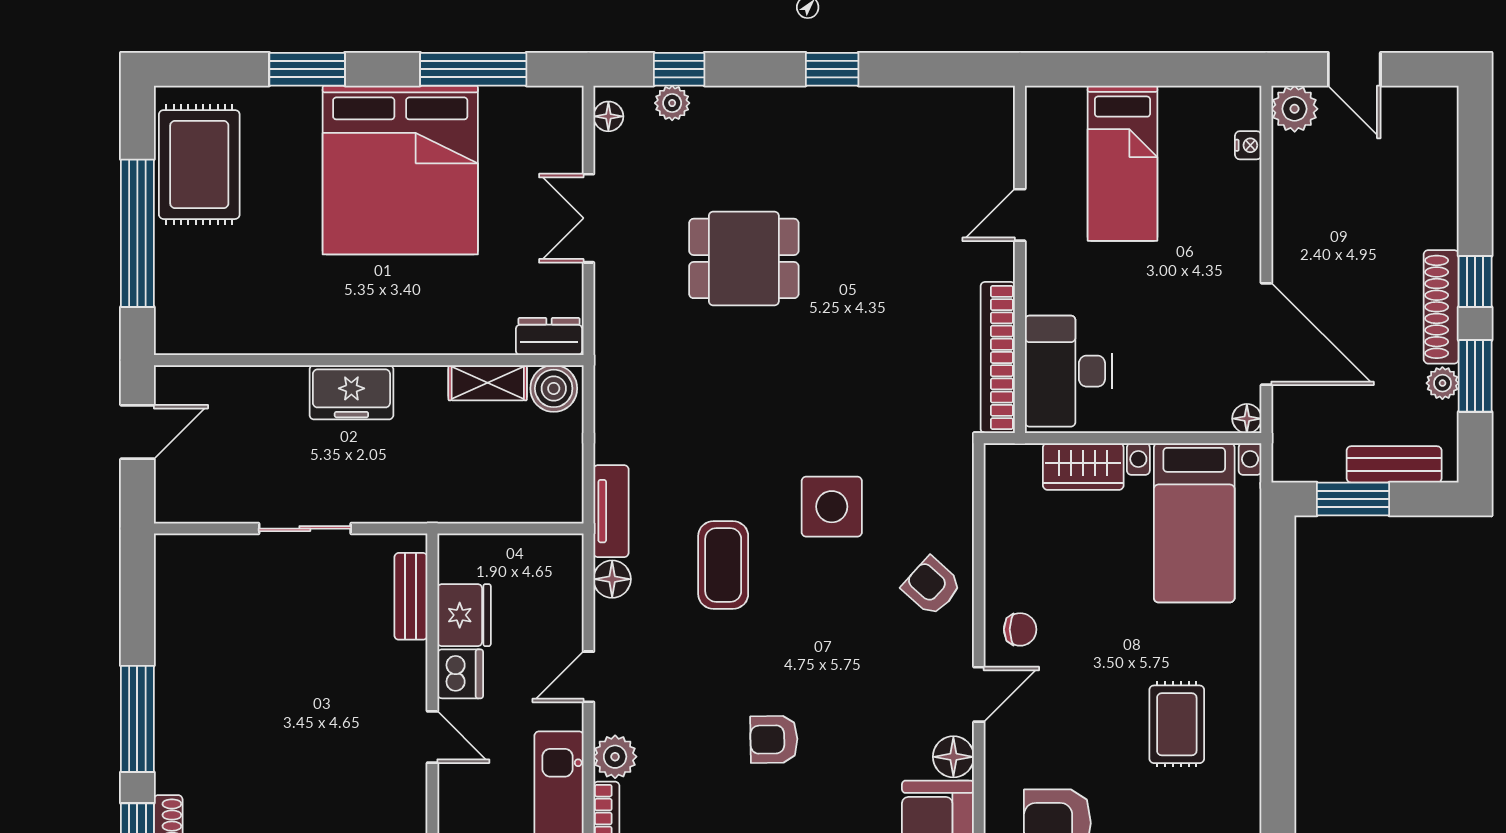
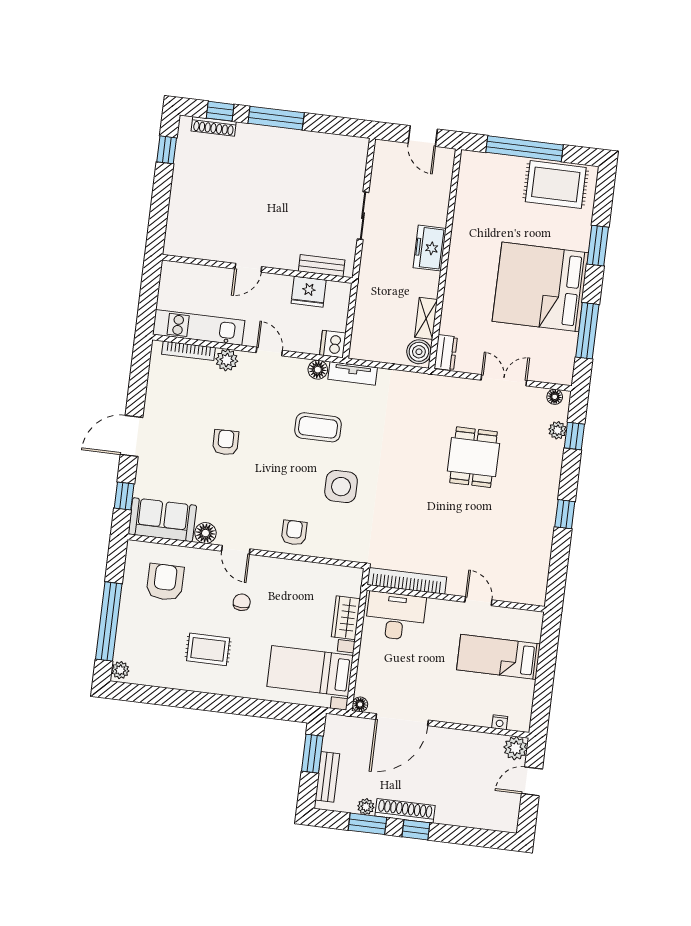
armchair: (932, 586) -> (294, 533), turned -42
chair: (1020, 629) -> (242, 602), moved, turned 180
dishwasher: (460, 674) -> (333, 344), moved, turned 90

